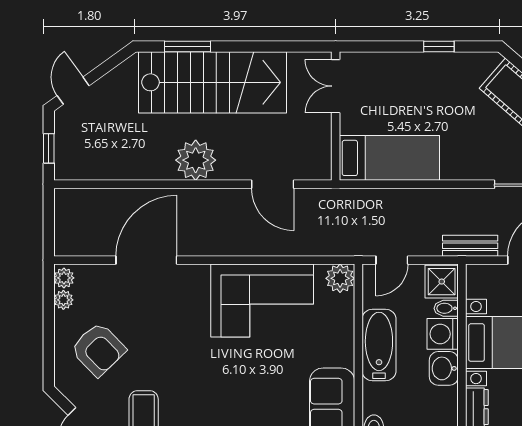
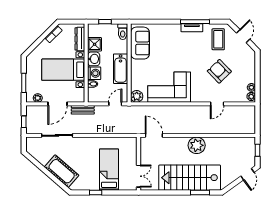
bed: (389, 158) -> (109, 170), moved, turned 90
door: (273, 184) -> (154, 135), moved
door: (146, 260) -> (217, 104), width x0.53
shower: (442, 282) -> (95, 44), moved
armchair: (98, 349) -> (219, 71), moved

